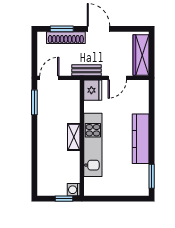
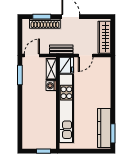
shelving: (74, 137) -> (51, 69), moved
kitchen counter: (141, 139) -> (104, 128), moved
kitchen unit: (93, 145) -> (66, 108), width x1.36
washing machine: (74, 190) -> (51, 86), moved

